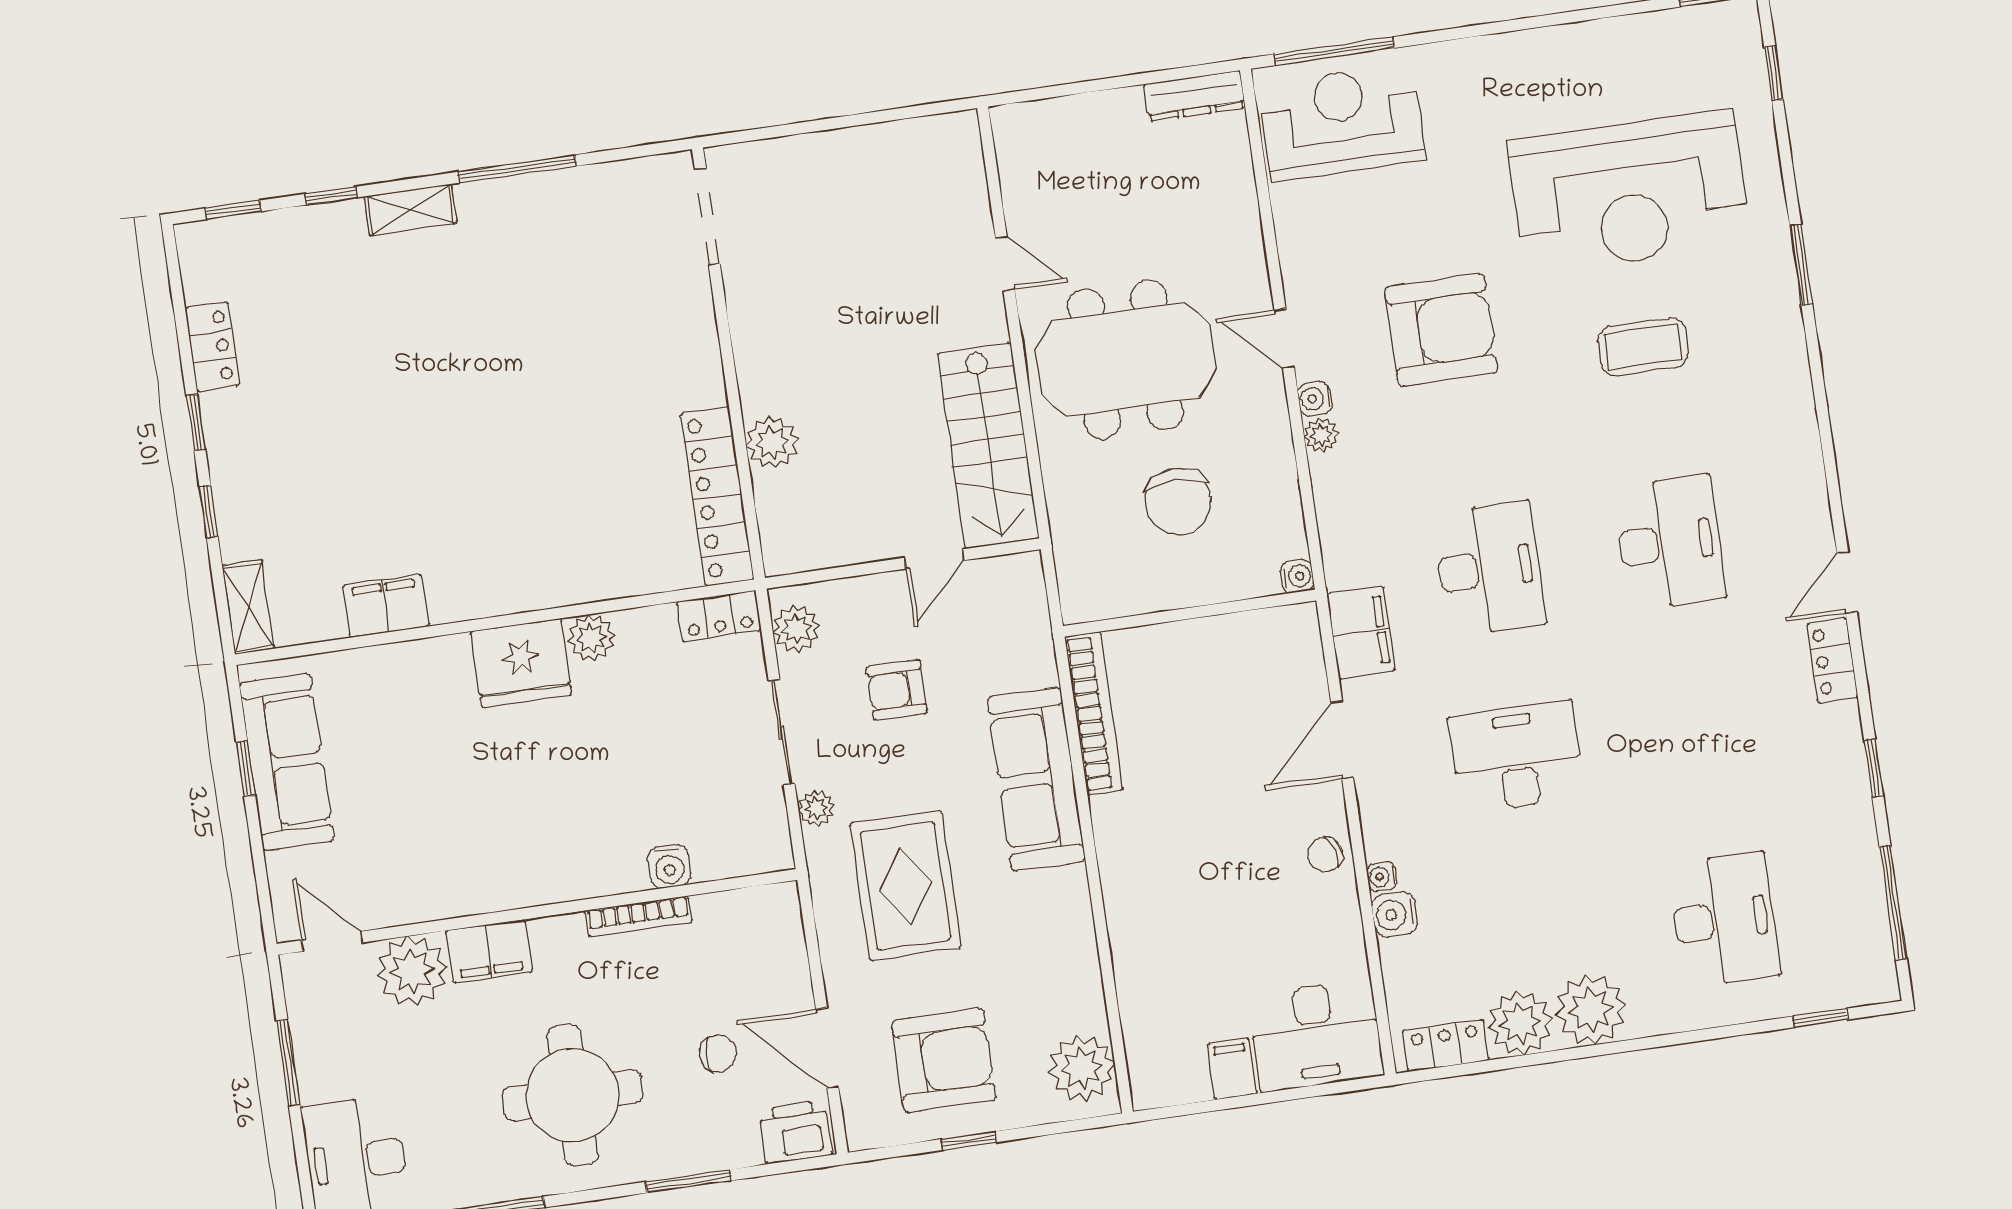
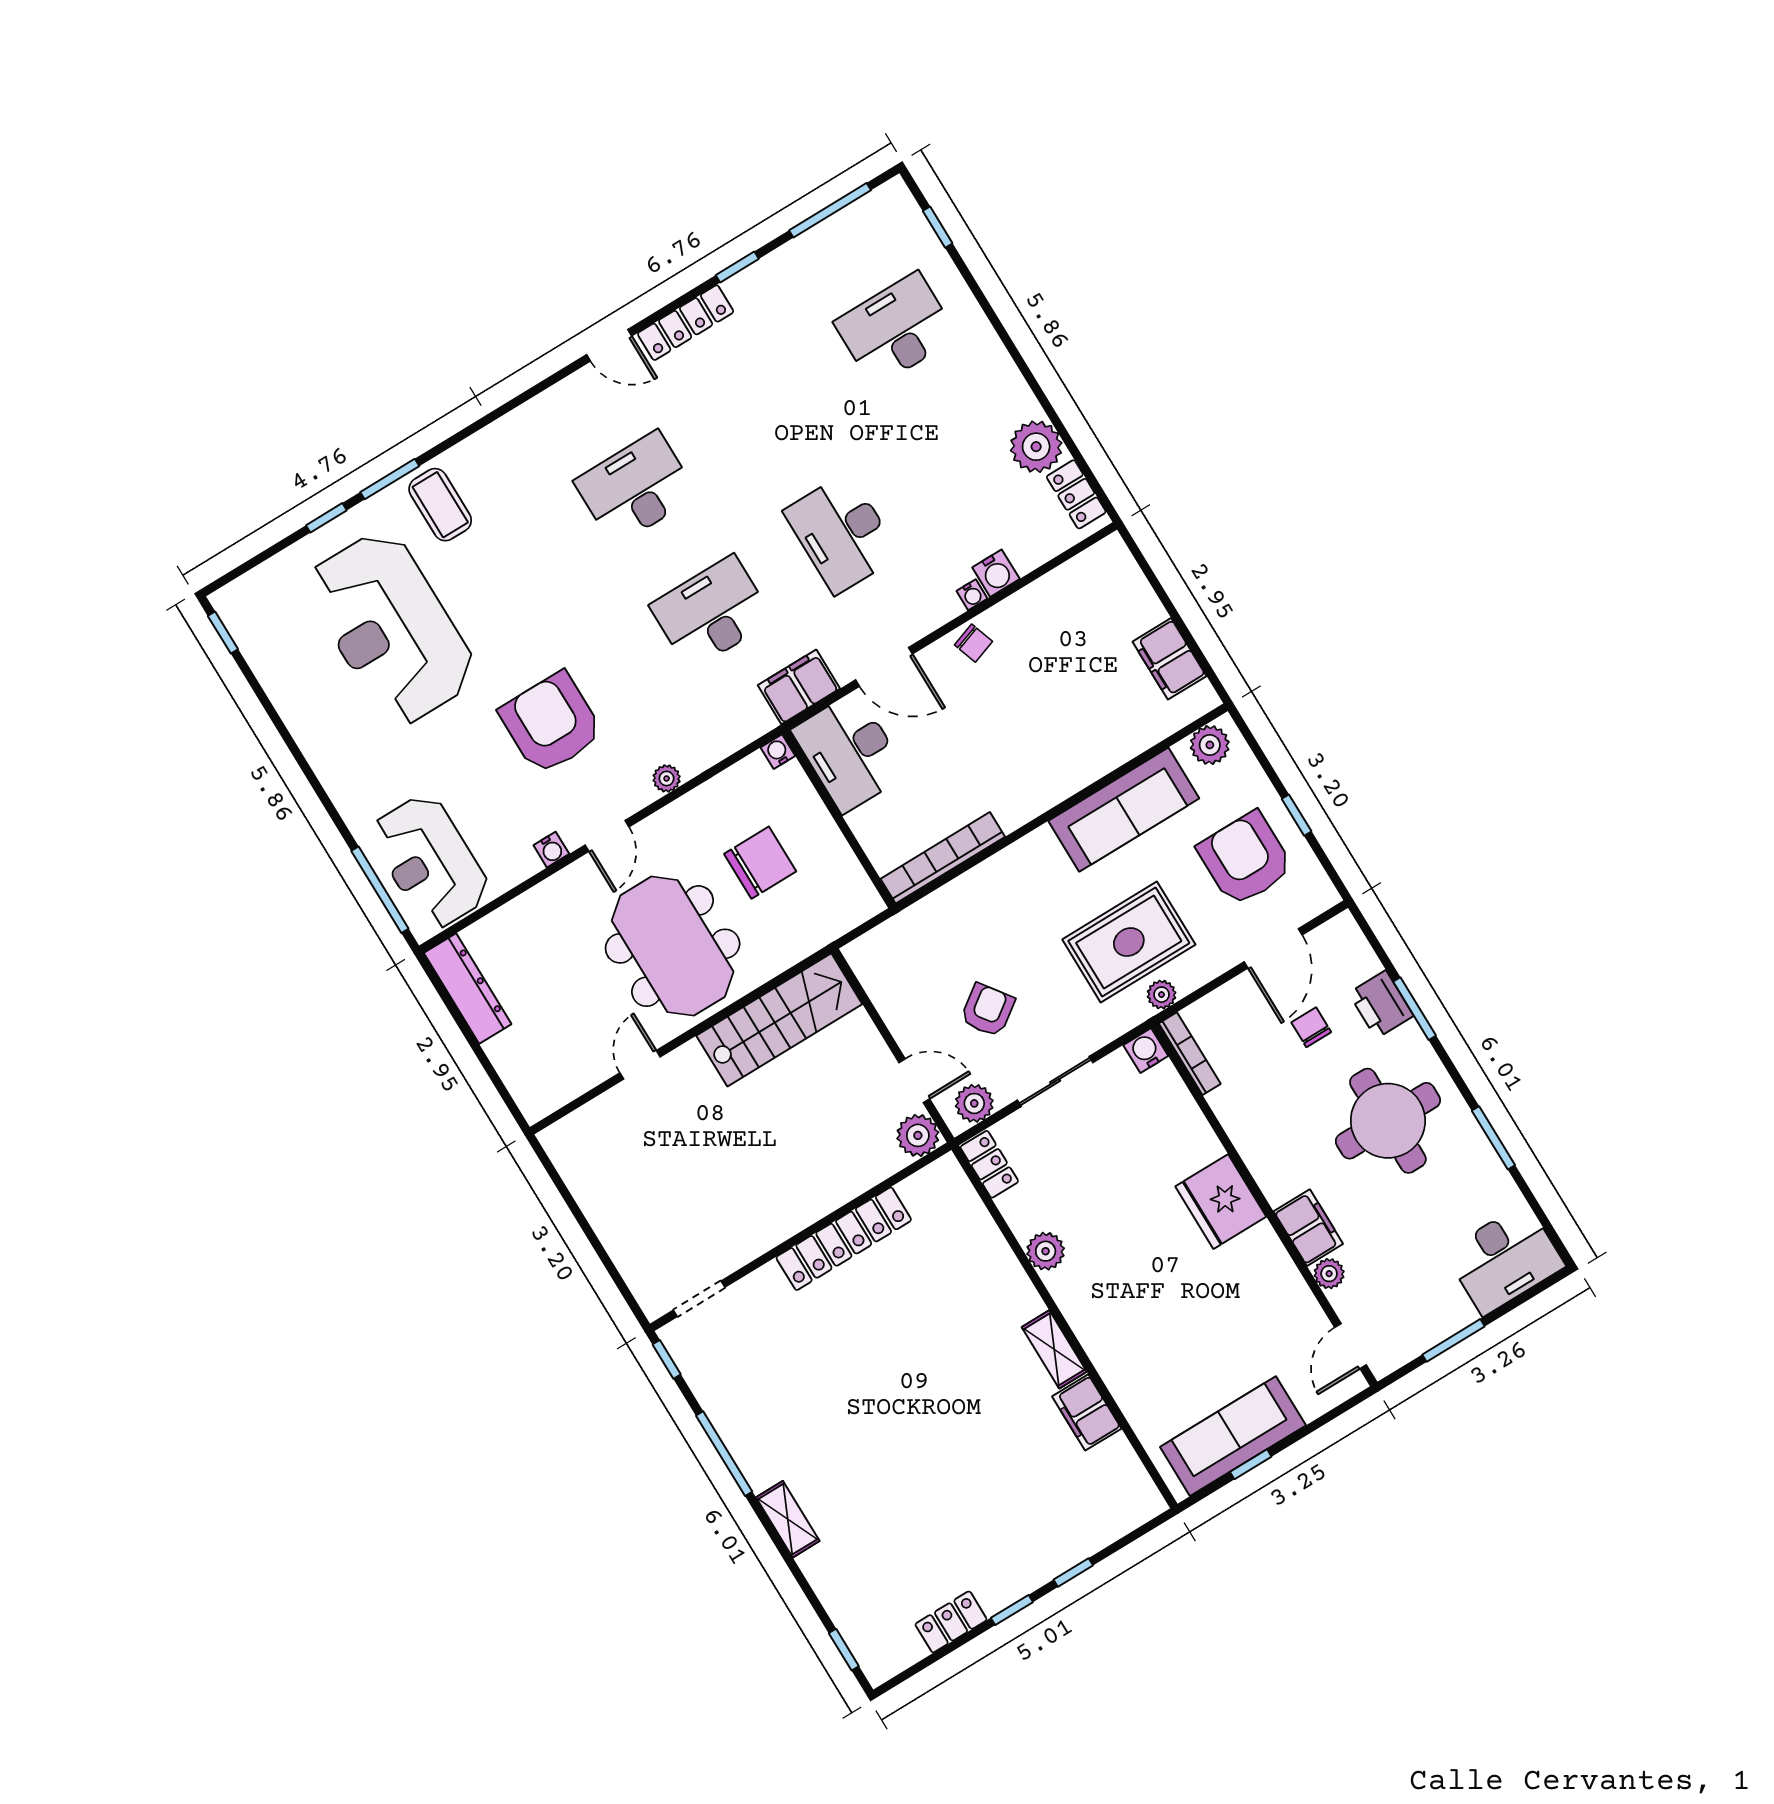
window: (1774, 73) -> (326, 518), moved
dresser: (1195, 96) -> (468, 989), width x1.37, depth x1.24
reception desk: (1629, 193) -> (391, 628), turned 180
window: (331, 196) -> (667, 1359), moved
doorway: (707, 217) -> (699, 1299), width x0.73
coffee table: (1643, 347) -> (440, 505), moved
water cooler: (1315, 399) -> (551, 850), moved
plant: (772, 442) -> (918, 1135), moved
locker: (717, 497) -> (844, 1239), moved
door: (934, 559) -> (914, 1081), moved
shelving: (248, 607) -> (1054, 1349), moved, turned 90
locker: (1832, 660) -> (686, 323), width x1.53
fridge: (521, 663) -> (1221, 1202), moved, turned 180
armchair: (897, 690) -> (988, 1010), turned -126
sofa: (1036, 779) -> (1124, 810), moved
plant: (816, 808) -> (1162, 995), moved
water cooler: (669, 867) -> (1146, 1050), moved, turned -90
bookcase: (638, 916) -> (1190, 1054), moved
plant: (412, 971) -> (1329, 1274), width x0.53, depth x0.53
plant: (1591, 1010) -> (1004, 399), removed
desk: (1316, 1035) -> (849, 752), moved, turned 180
plant: (1082, 1068) -> (1210, 745), width x0.73, depth x0.73
filing cabinet: (1232, 1069) -> (1169, 659), width x2.00
printer: (795, 1132) -> (1381, 1004), moved

